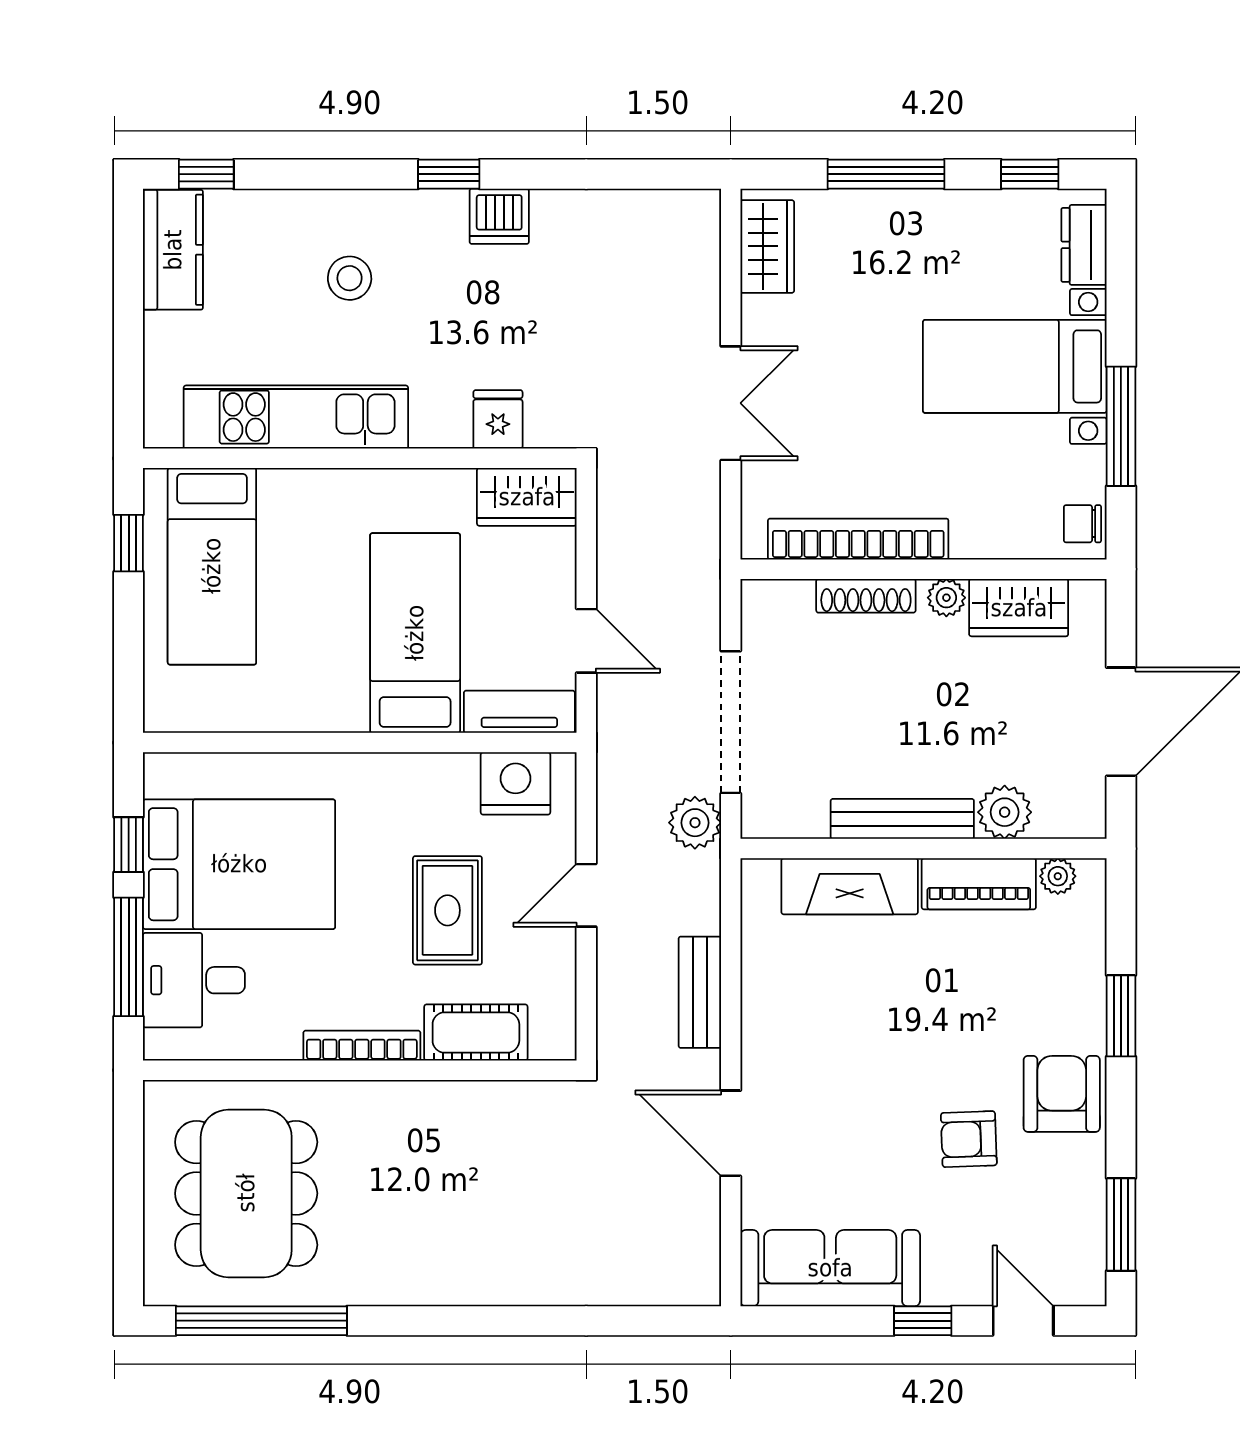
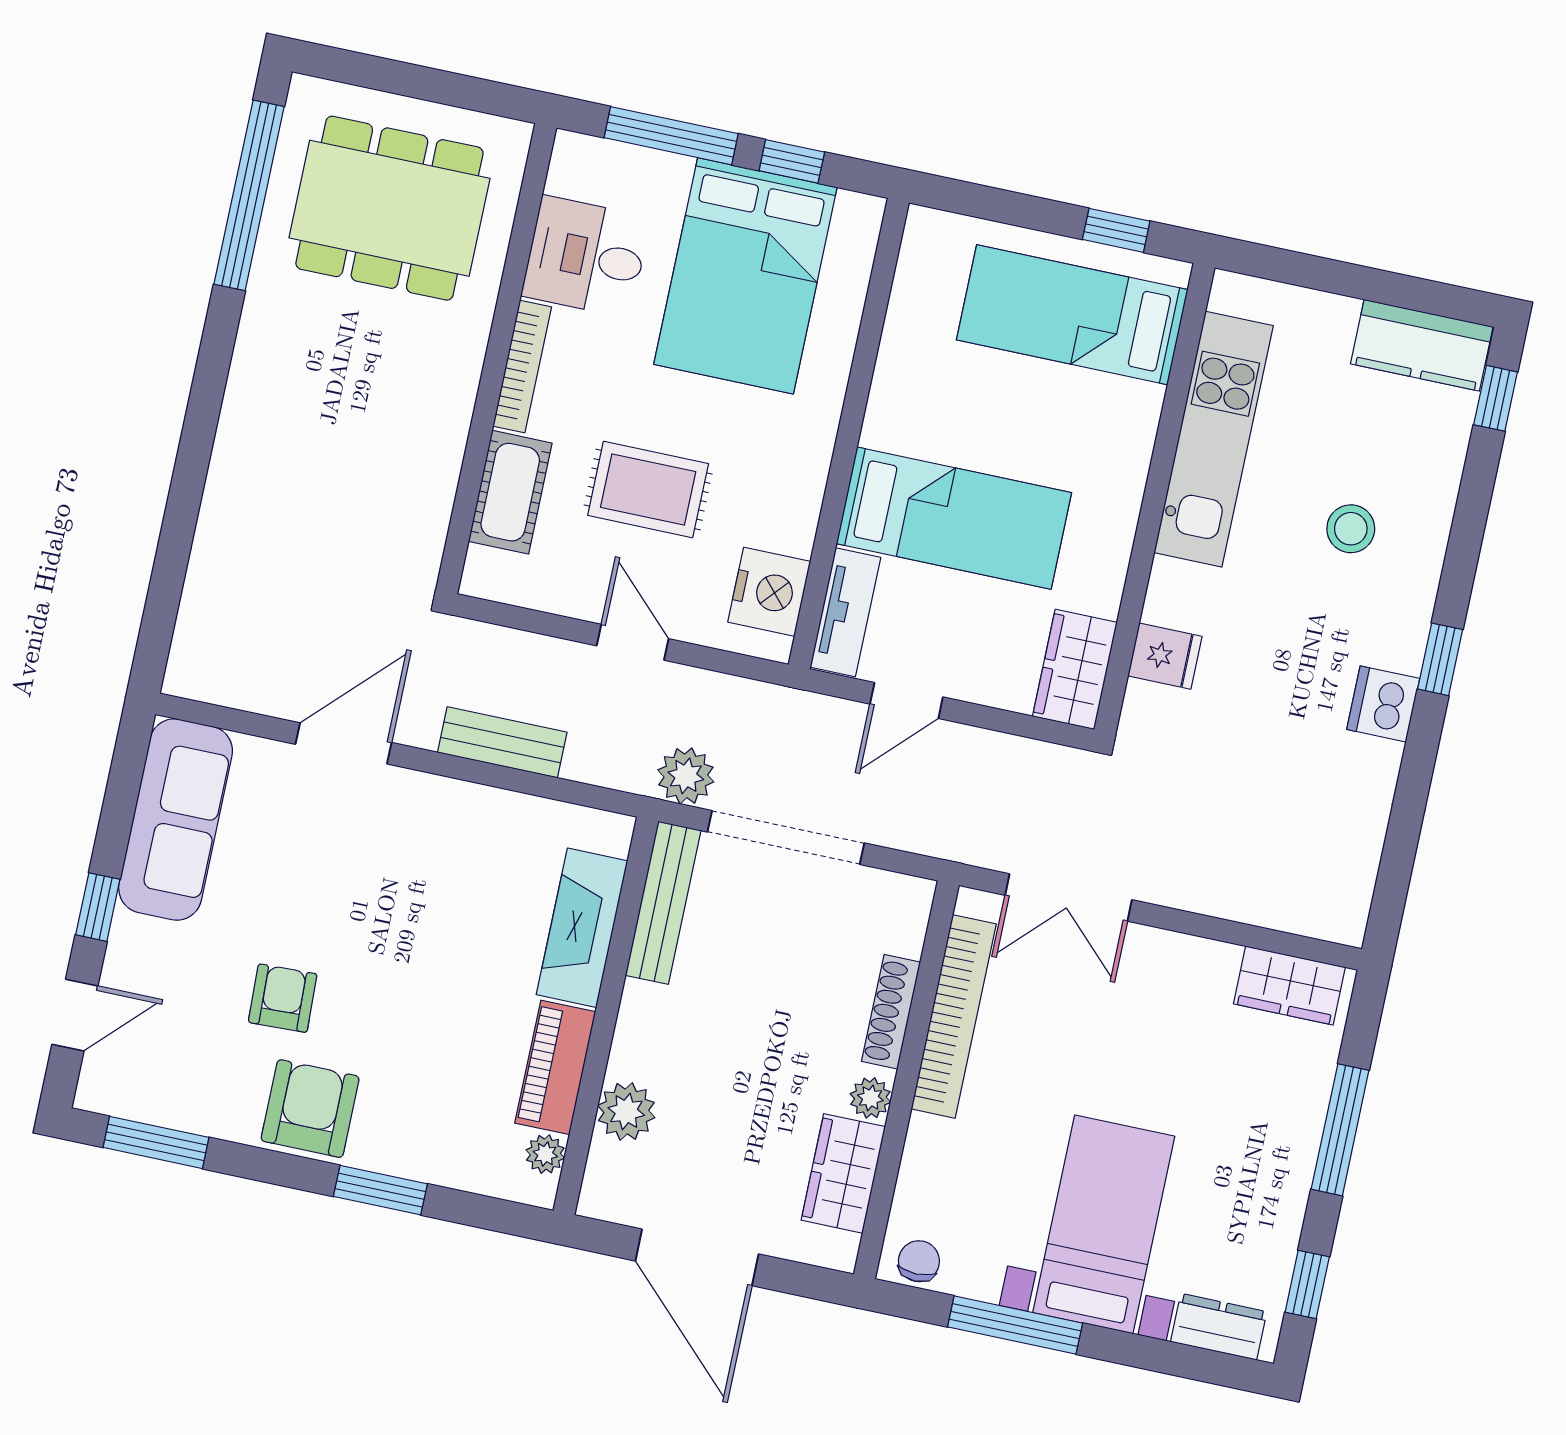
double door: (731, 403) -> (1069, 897), moved
bench: (902, 819) -> (663, 903), moved
desk: (194, 980) -> (586, 257), moved, turned -90
armchair: (1062, 1094) -> (310, 1109), turned -90

